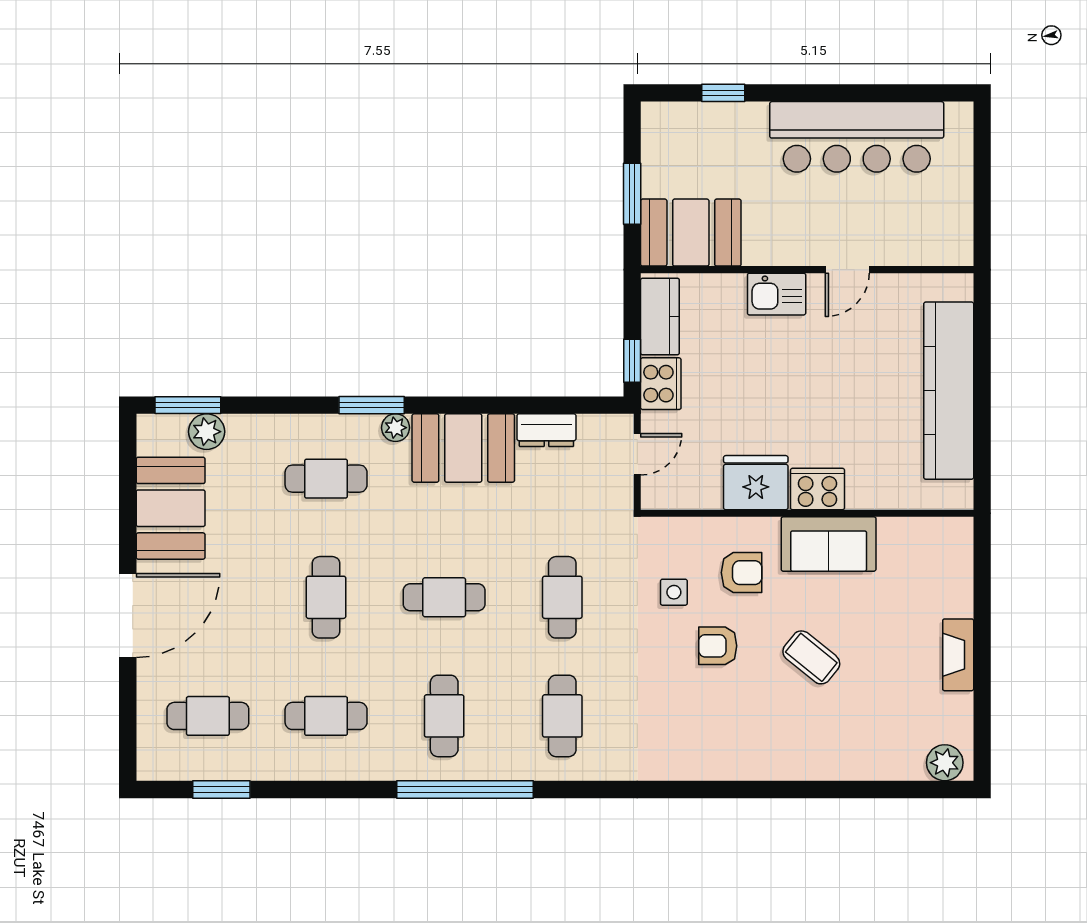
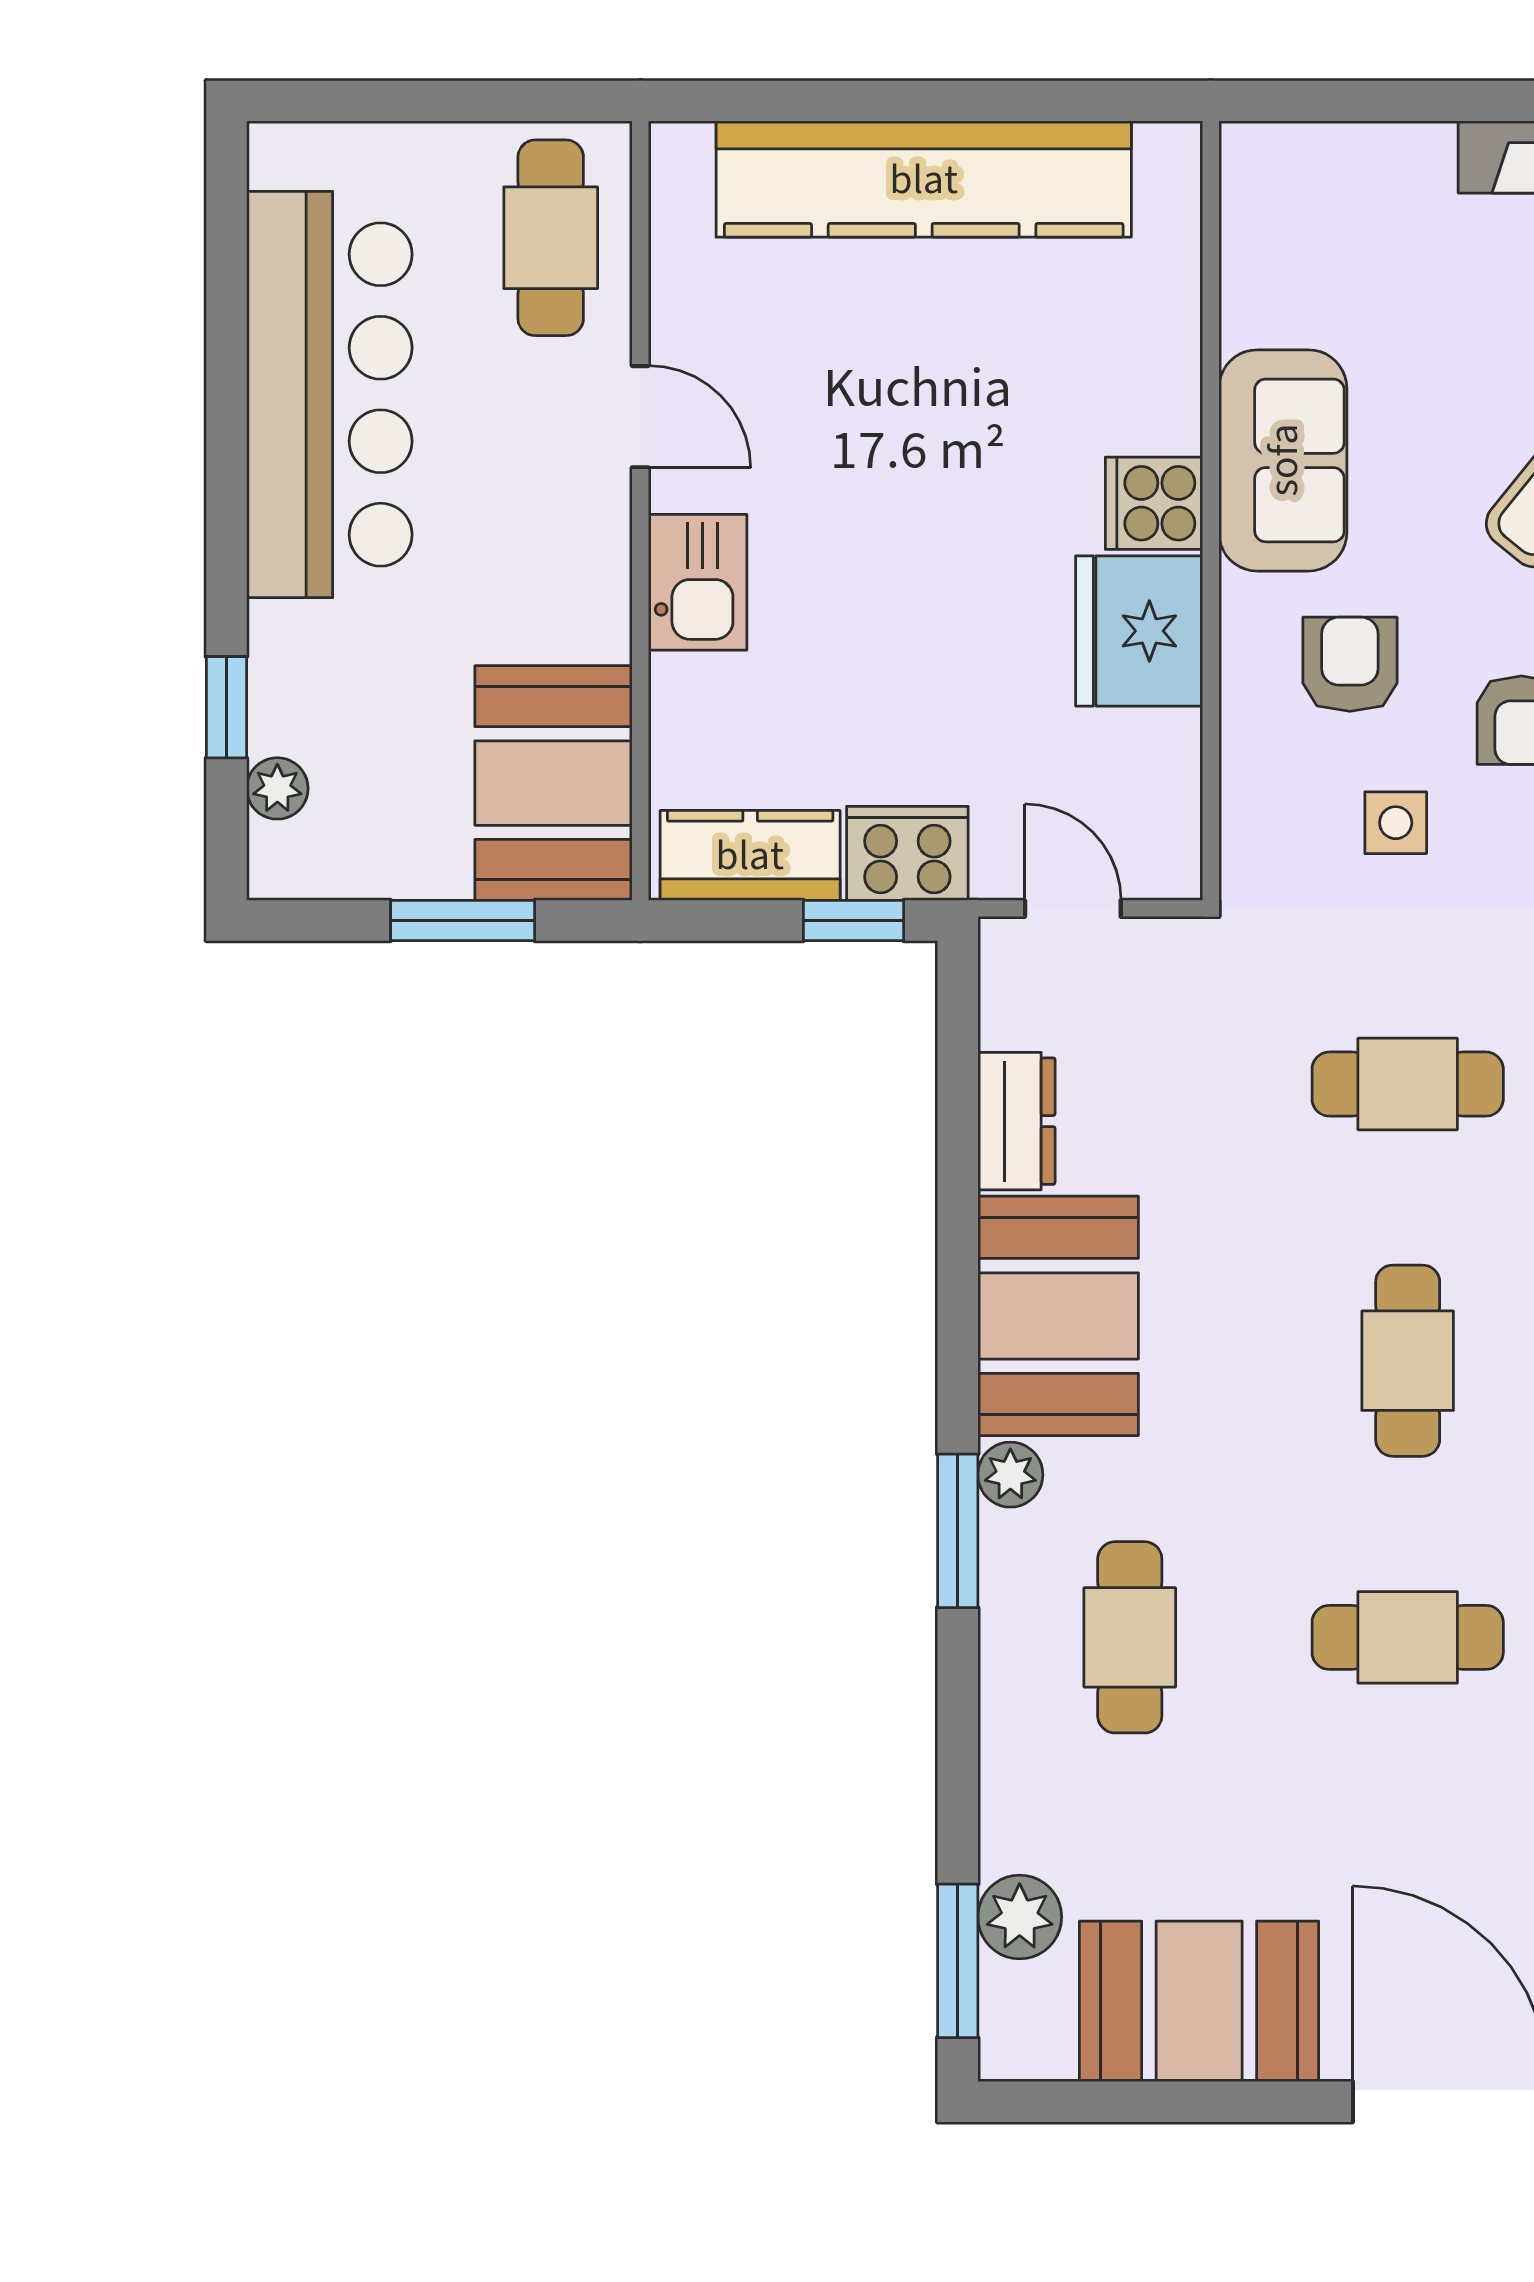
plant: (689, 115) -> (277, 788), added
cafe table: (924, 231) -> (551, 238), added
cooker: (817, 489) -> (1154, 503), width x0.73

